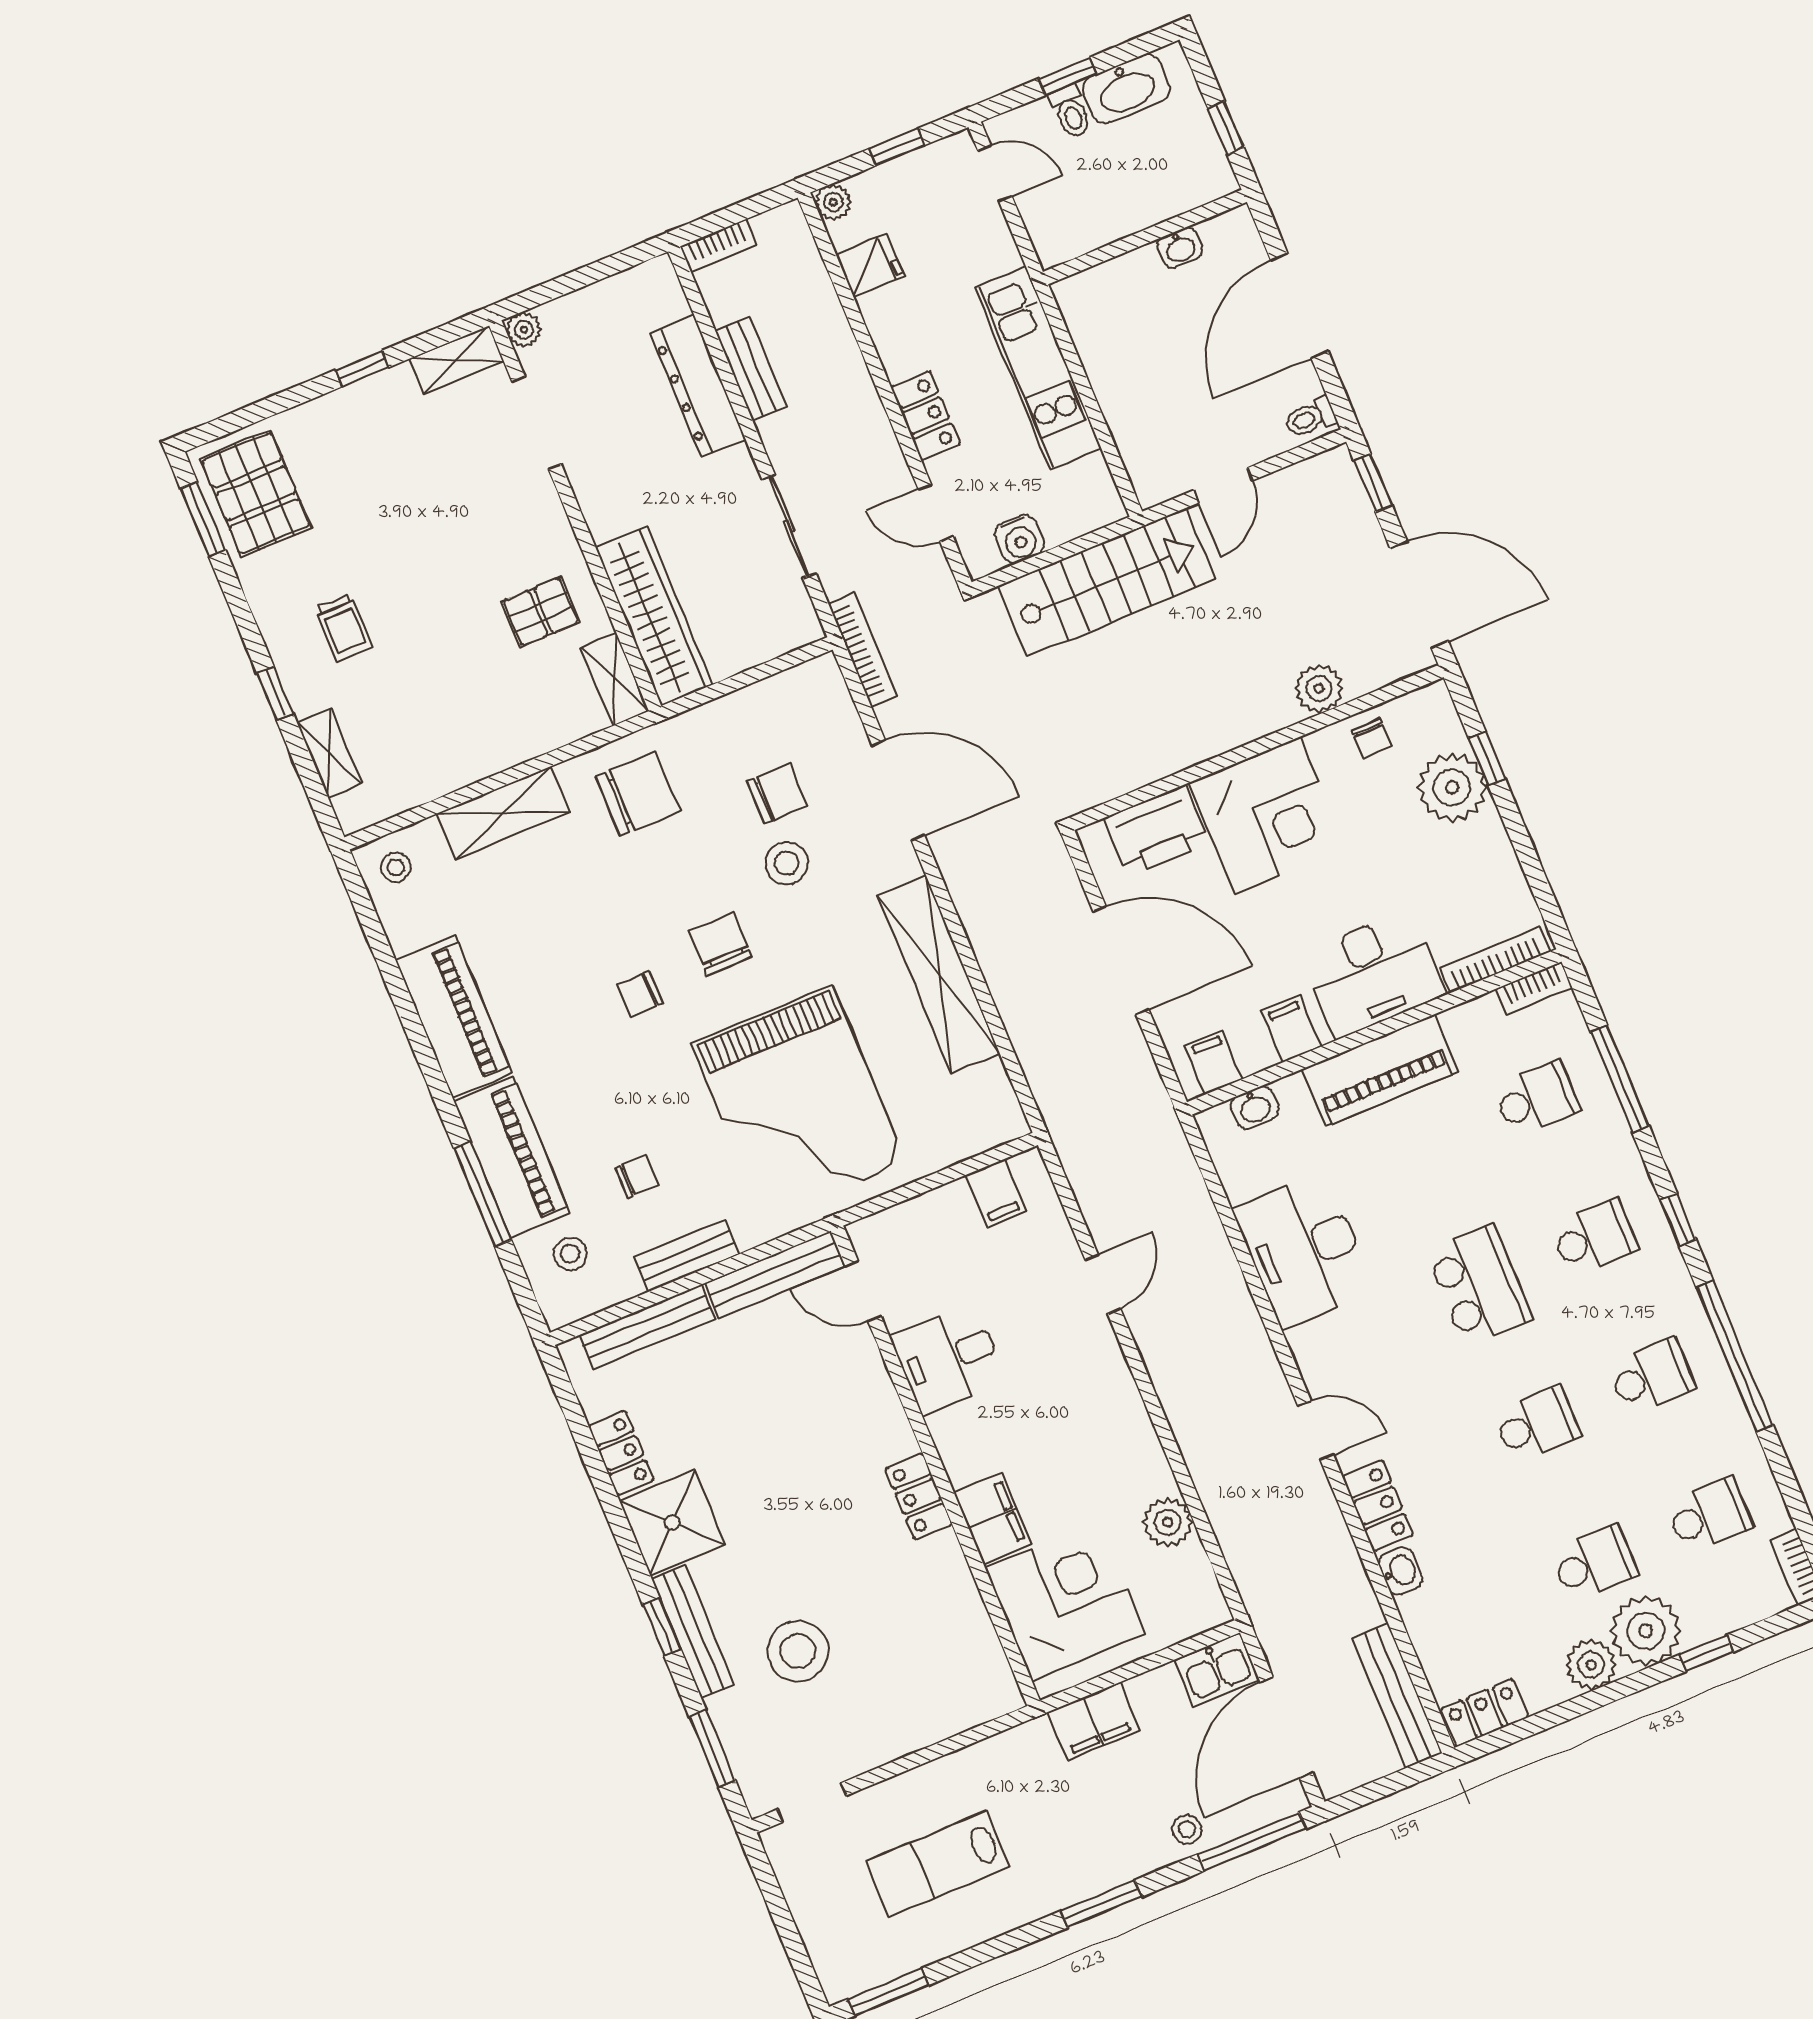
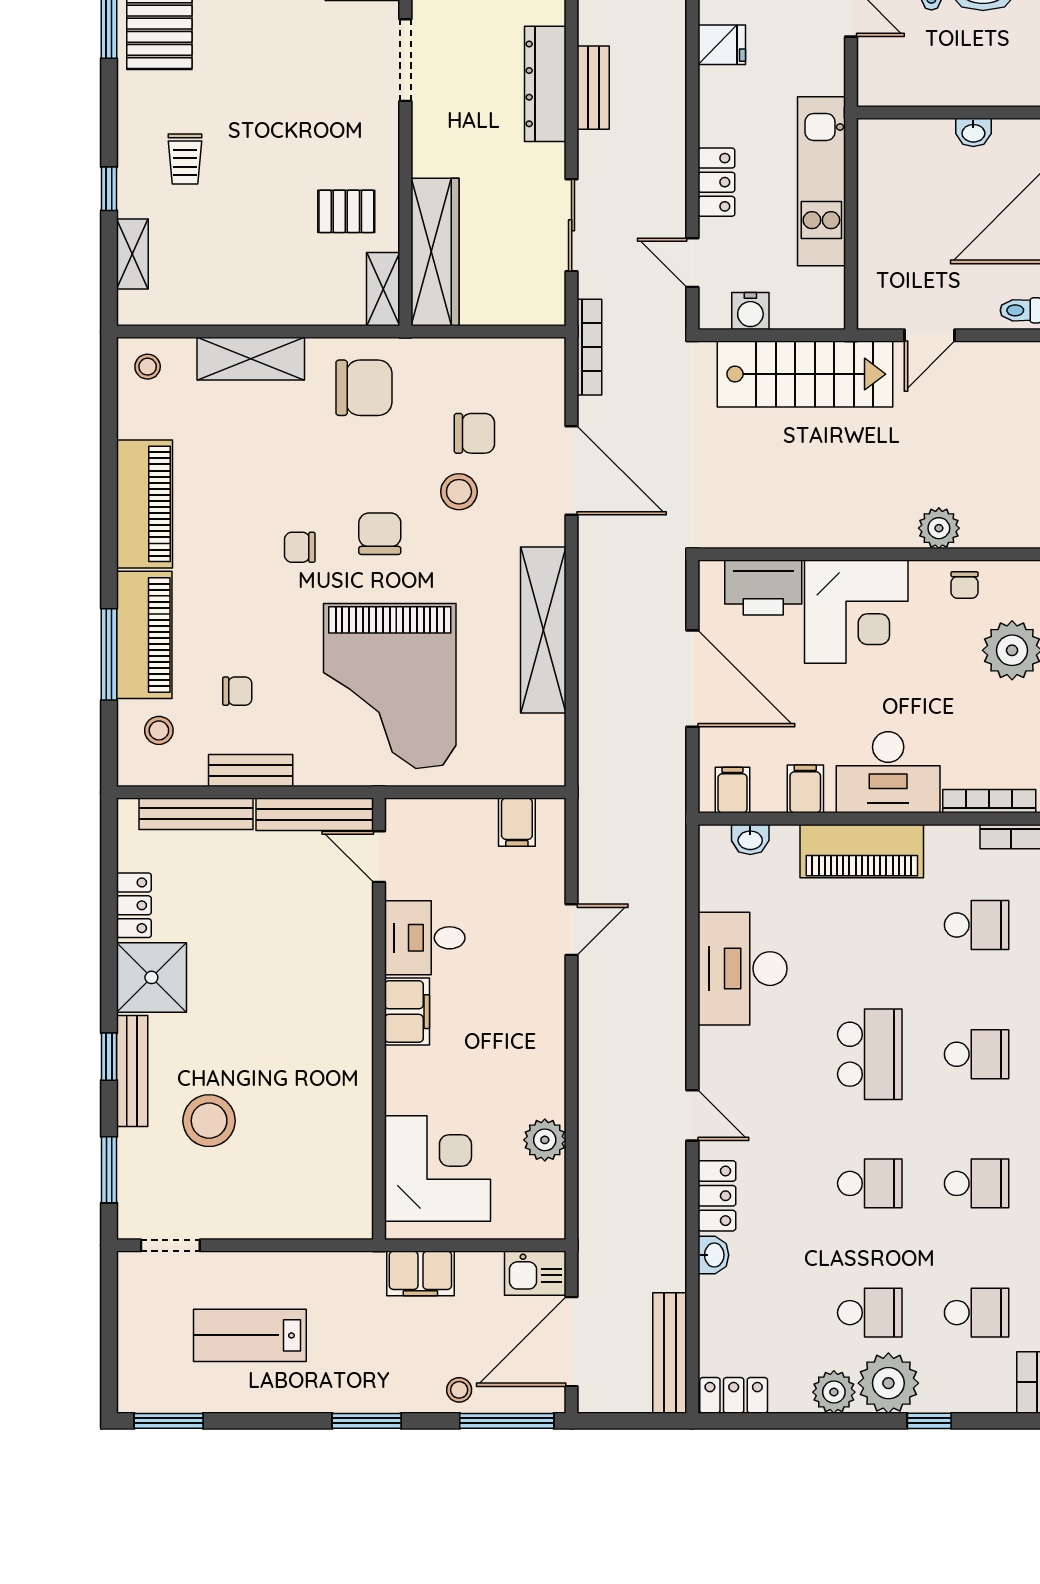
locker: (918, 1496) -> (356, 1038), removed
filing cabinet: (992, 1518) -> (407, 1012), moved

